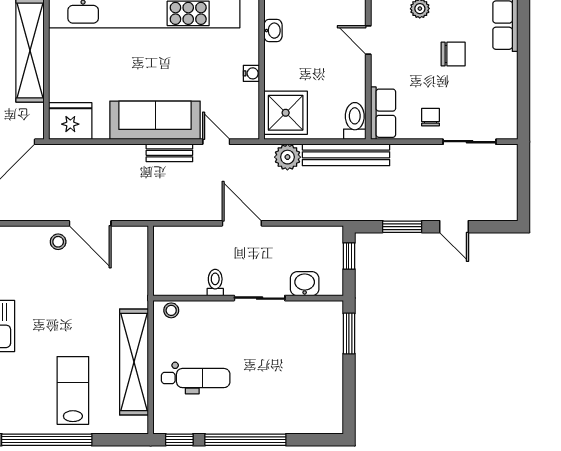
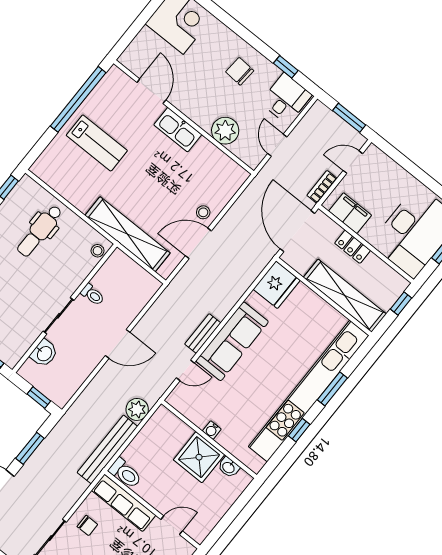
shower: (286, 113) -> (199, 457), moved
row of seats: (383, 113) -> (124, 503), width x1.48
shelving: (134, 362) -> (128, 234), moved

